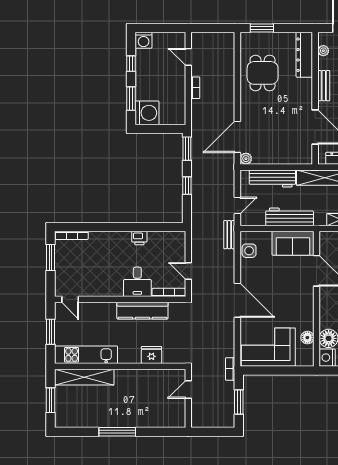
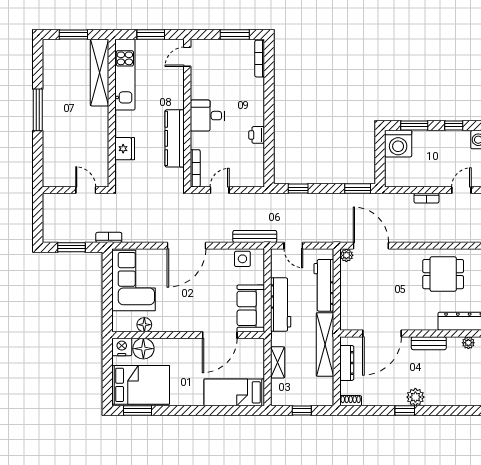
window: (187, 186) -> (298, 189), moved
bench: (229, 235) -> (255, 236), width x1.36
desk: (137, 282) -> (207, 116), moved

